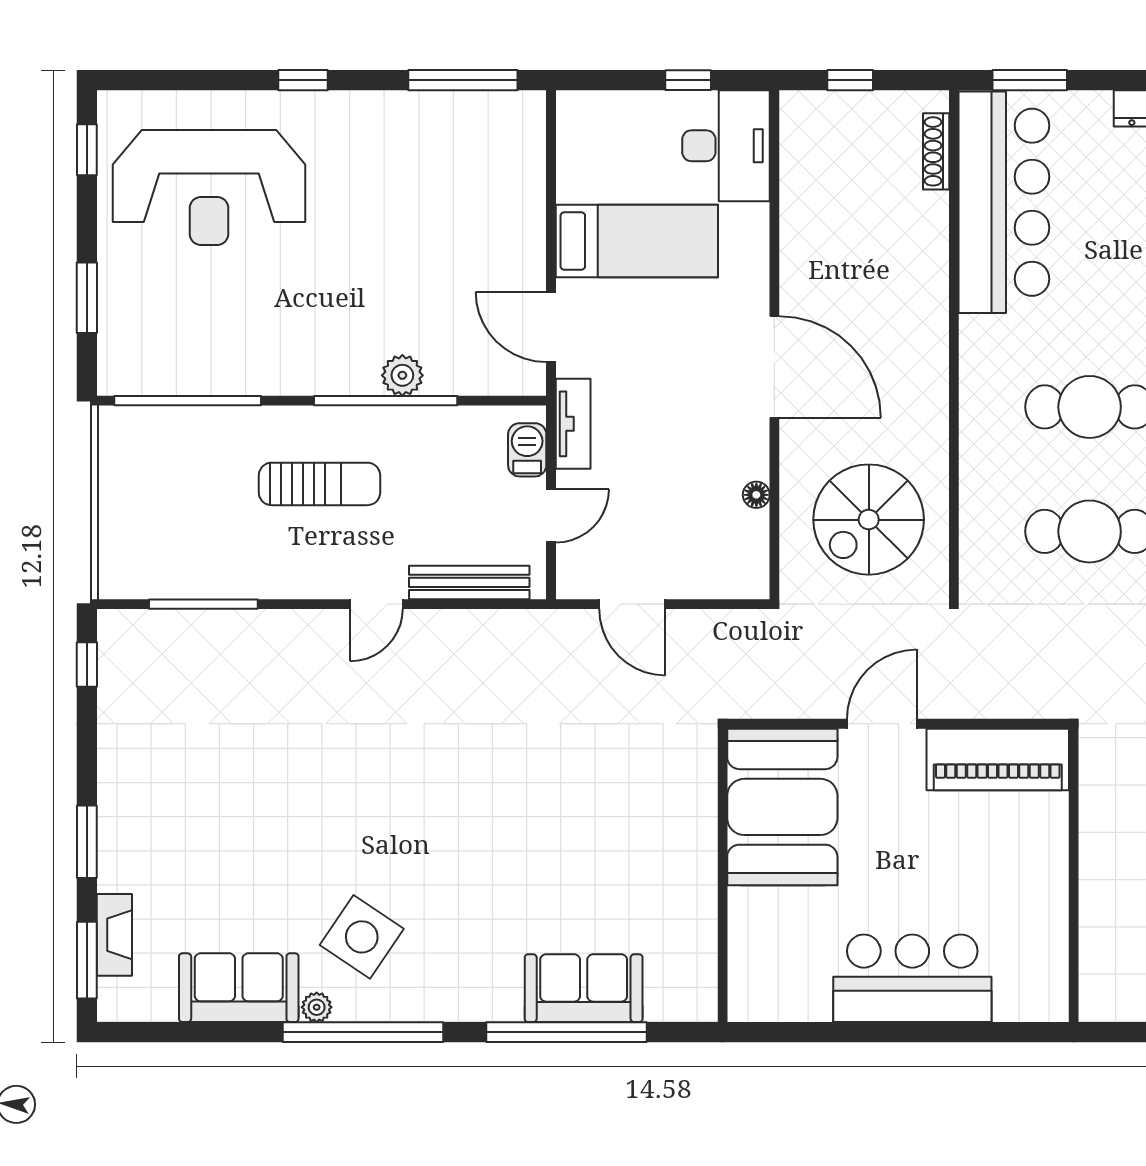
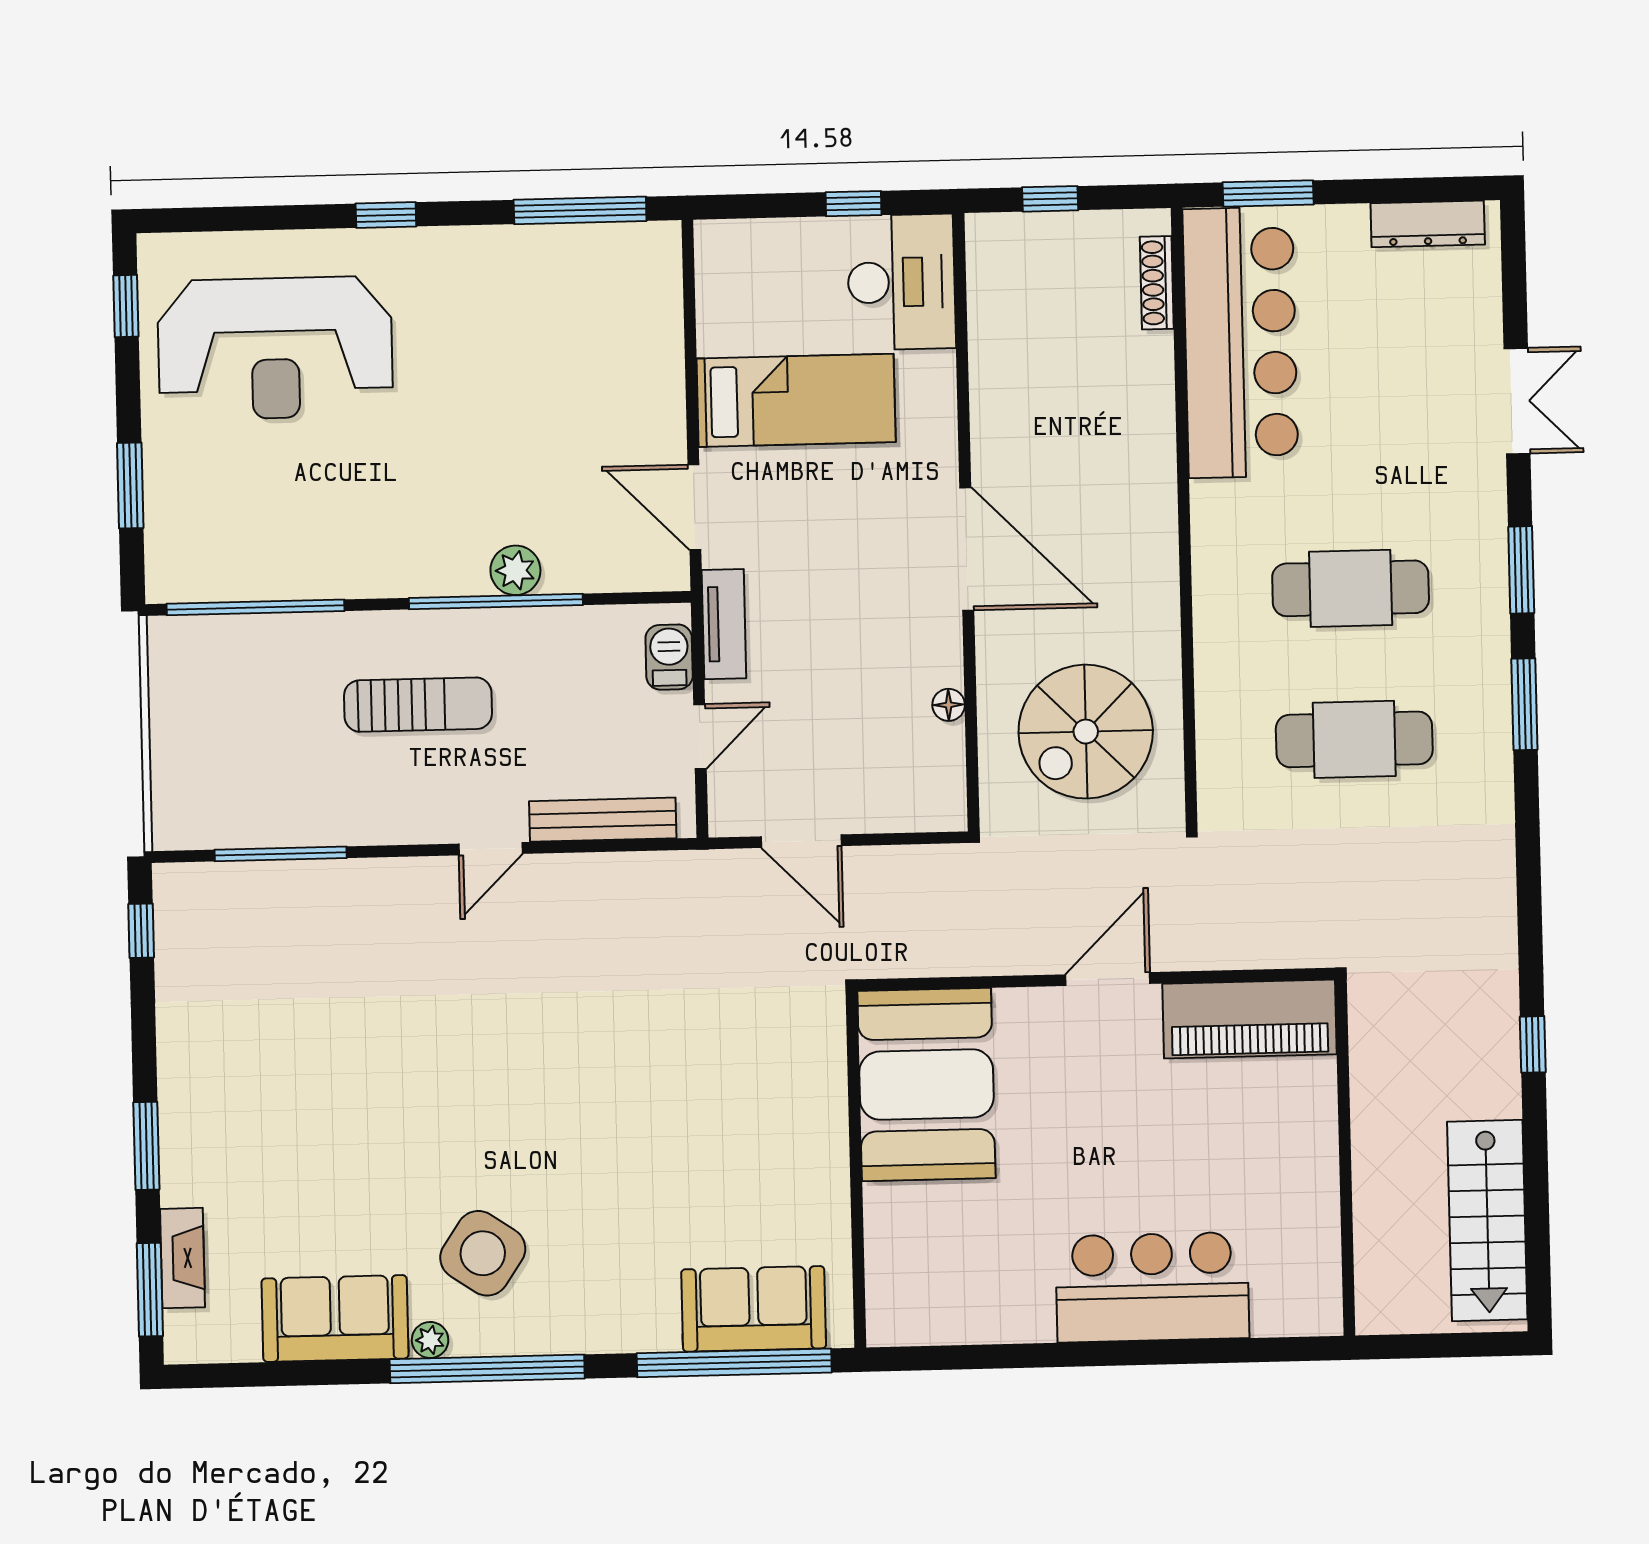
booth: (782, 807) -> (926, 1085), moved
wall: (723, 875) -> (856, 1169), moved

